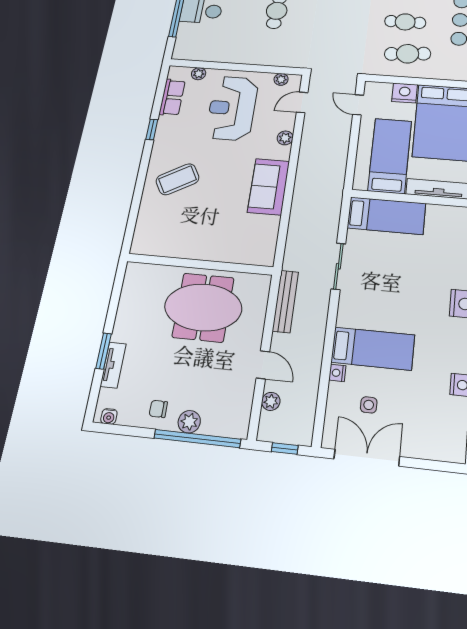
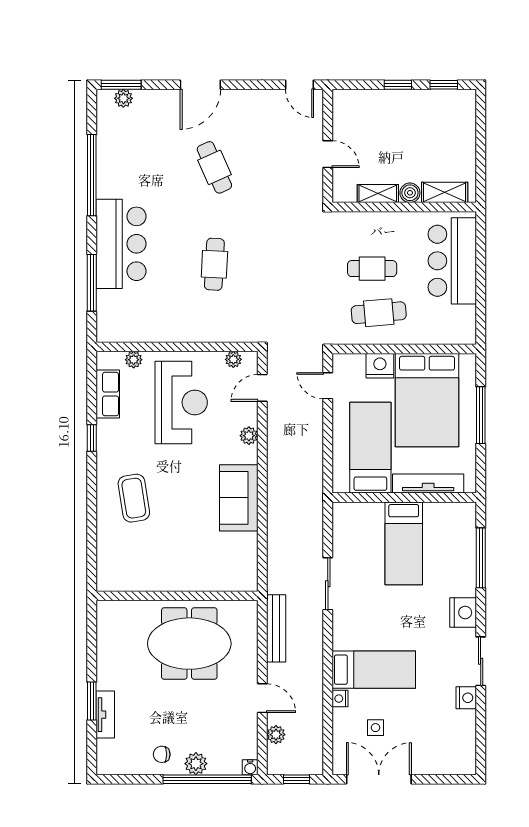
reception desk: (232, 108) -> (181, 402), turned 180
coffee table: (178, 179) -> (134, 498), turned -69
bed: (386, 216) -> (404, 543), moved, turned 90
water cooler: (109, 416) -> (250, 767), moved

